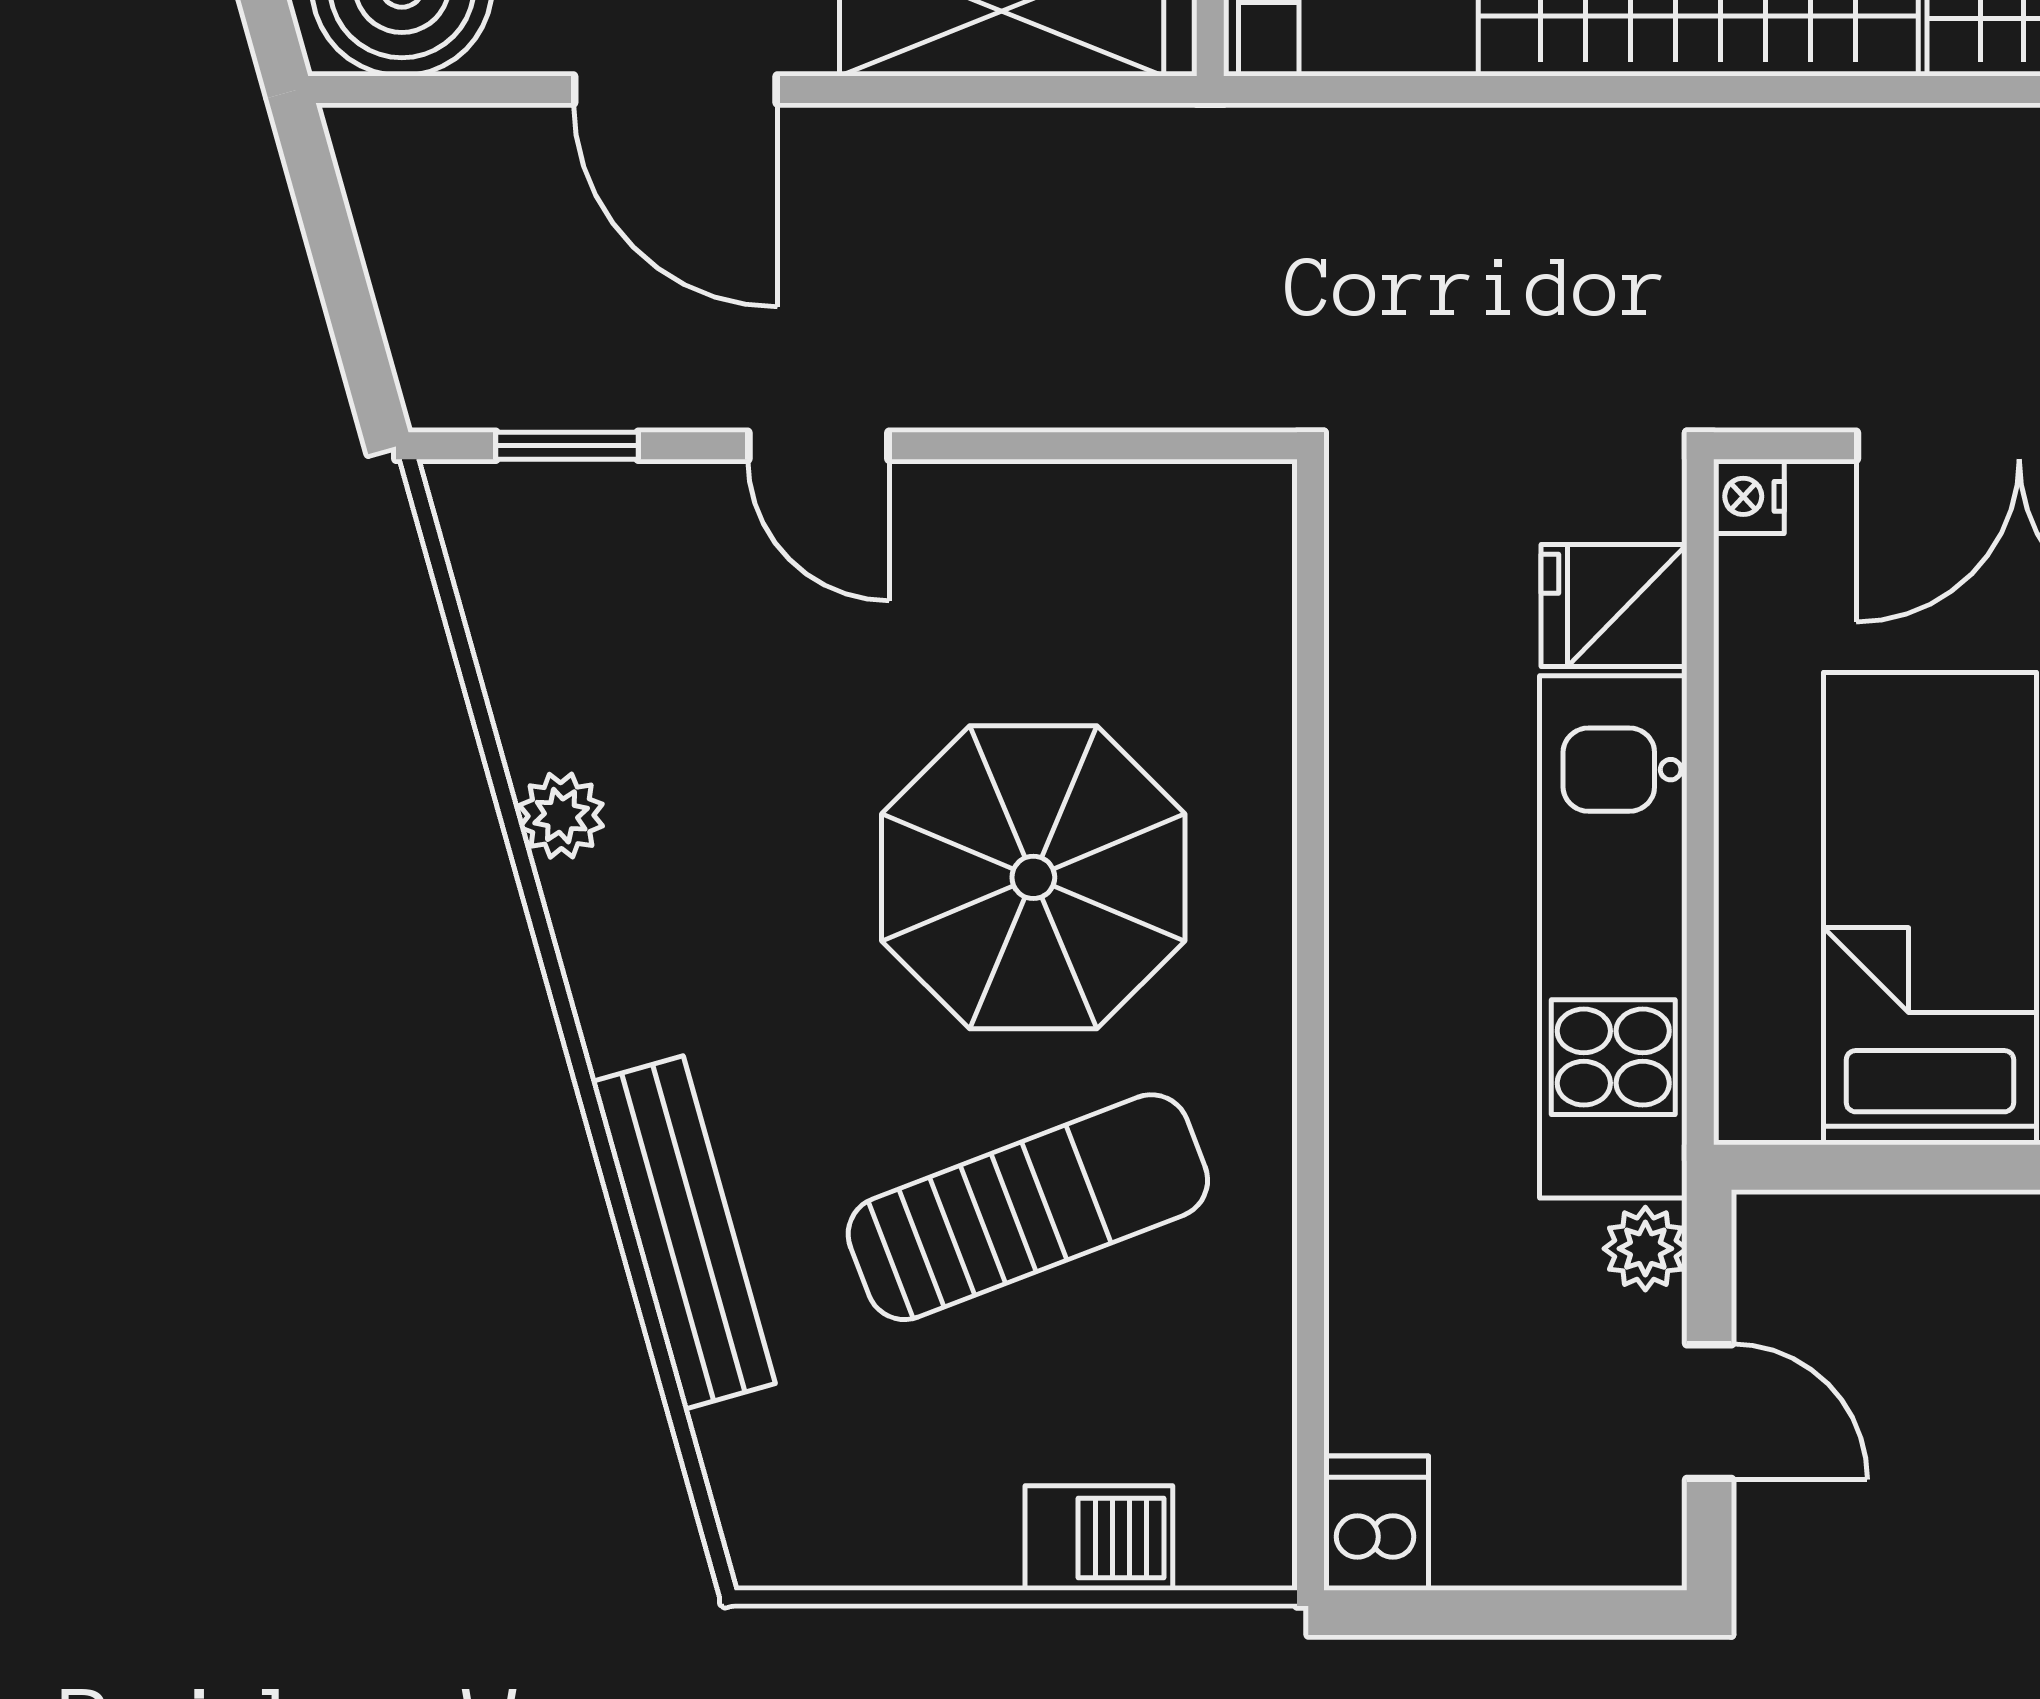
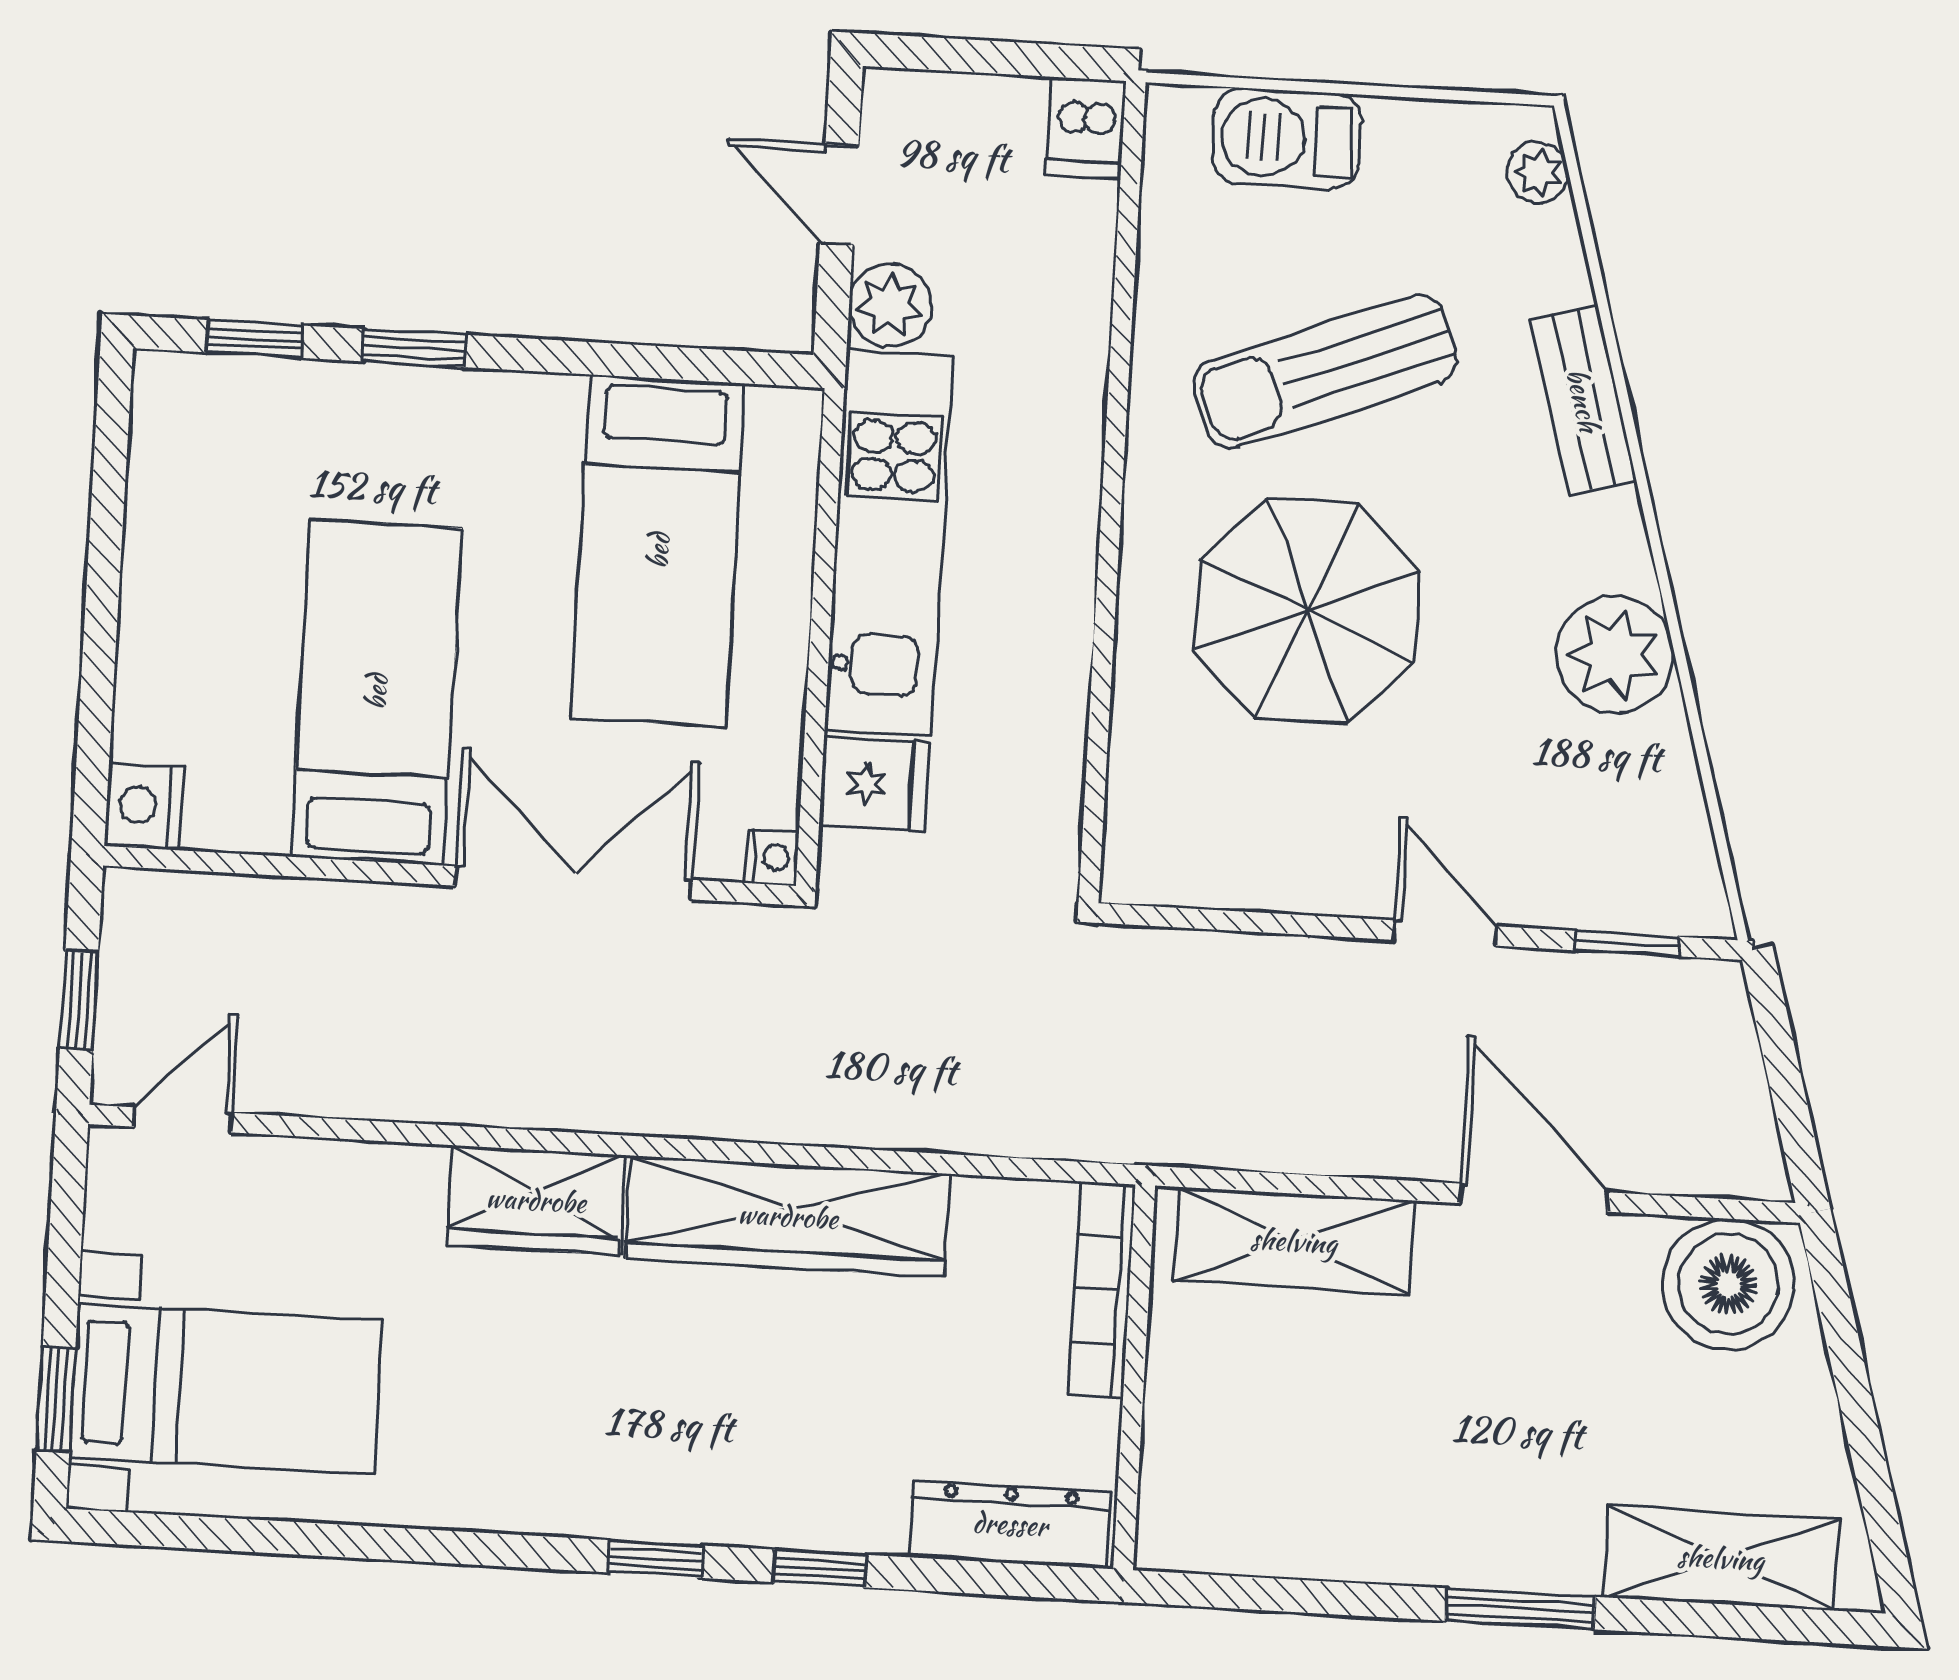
plant: (561, 816) -> (1615, 655), width x1.88, depth x1.88
bench: (683, 1233) -> (1583, 400), width x0.73
plant: (1645, 1249) -> (890, 305), width x1.38, depth x1.38
plant: (752, 1497) -> (1538, 173), added
barbecue: (1099, 1538) -> (1287, 139), width x1.38, depth x1.27

